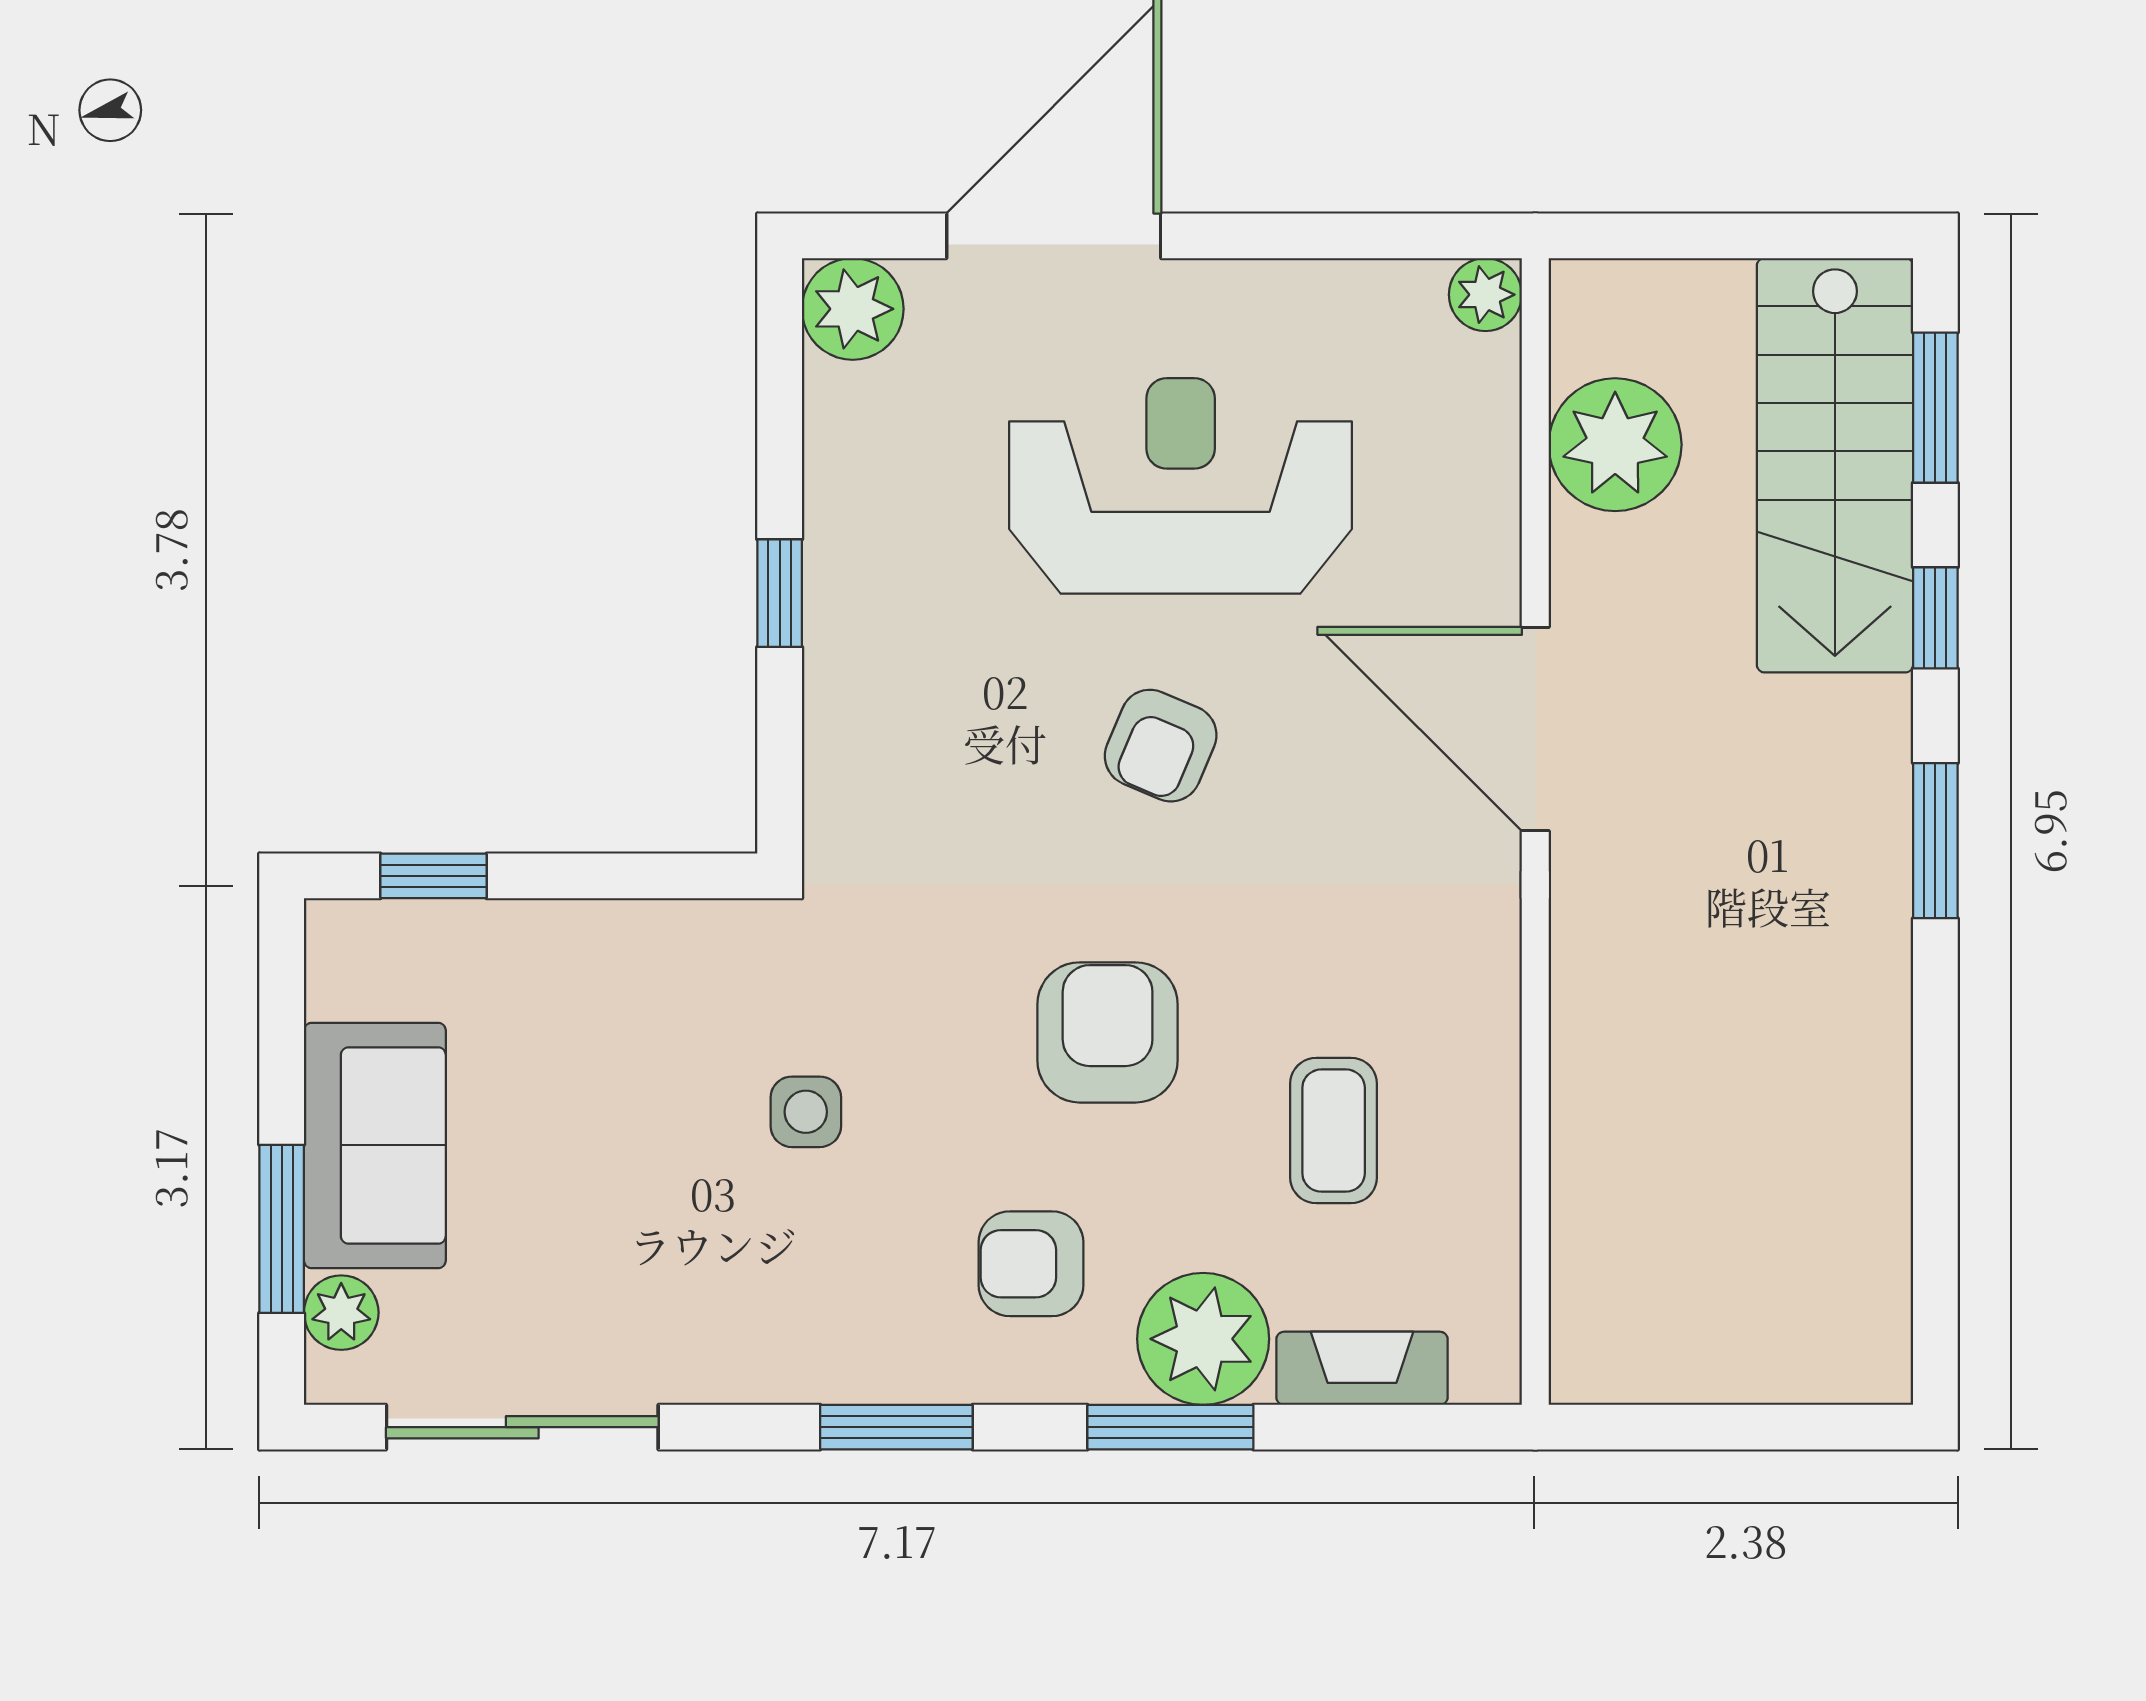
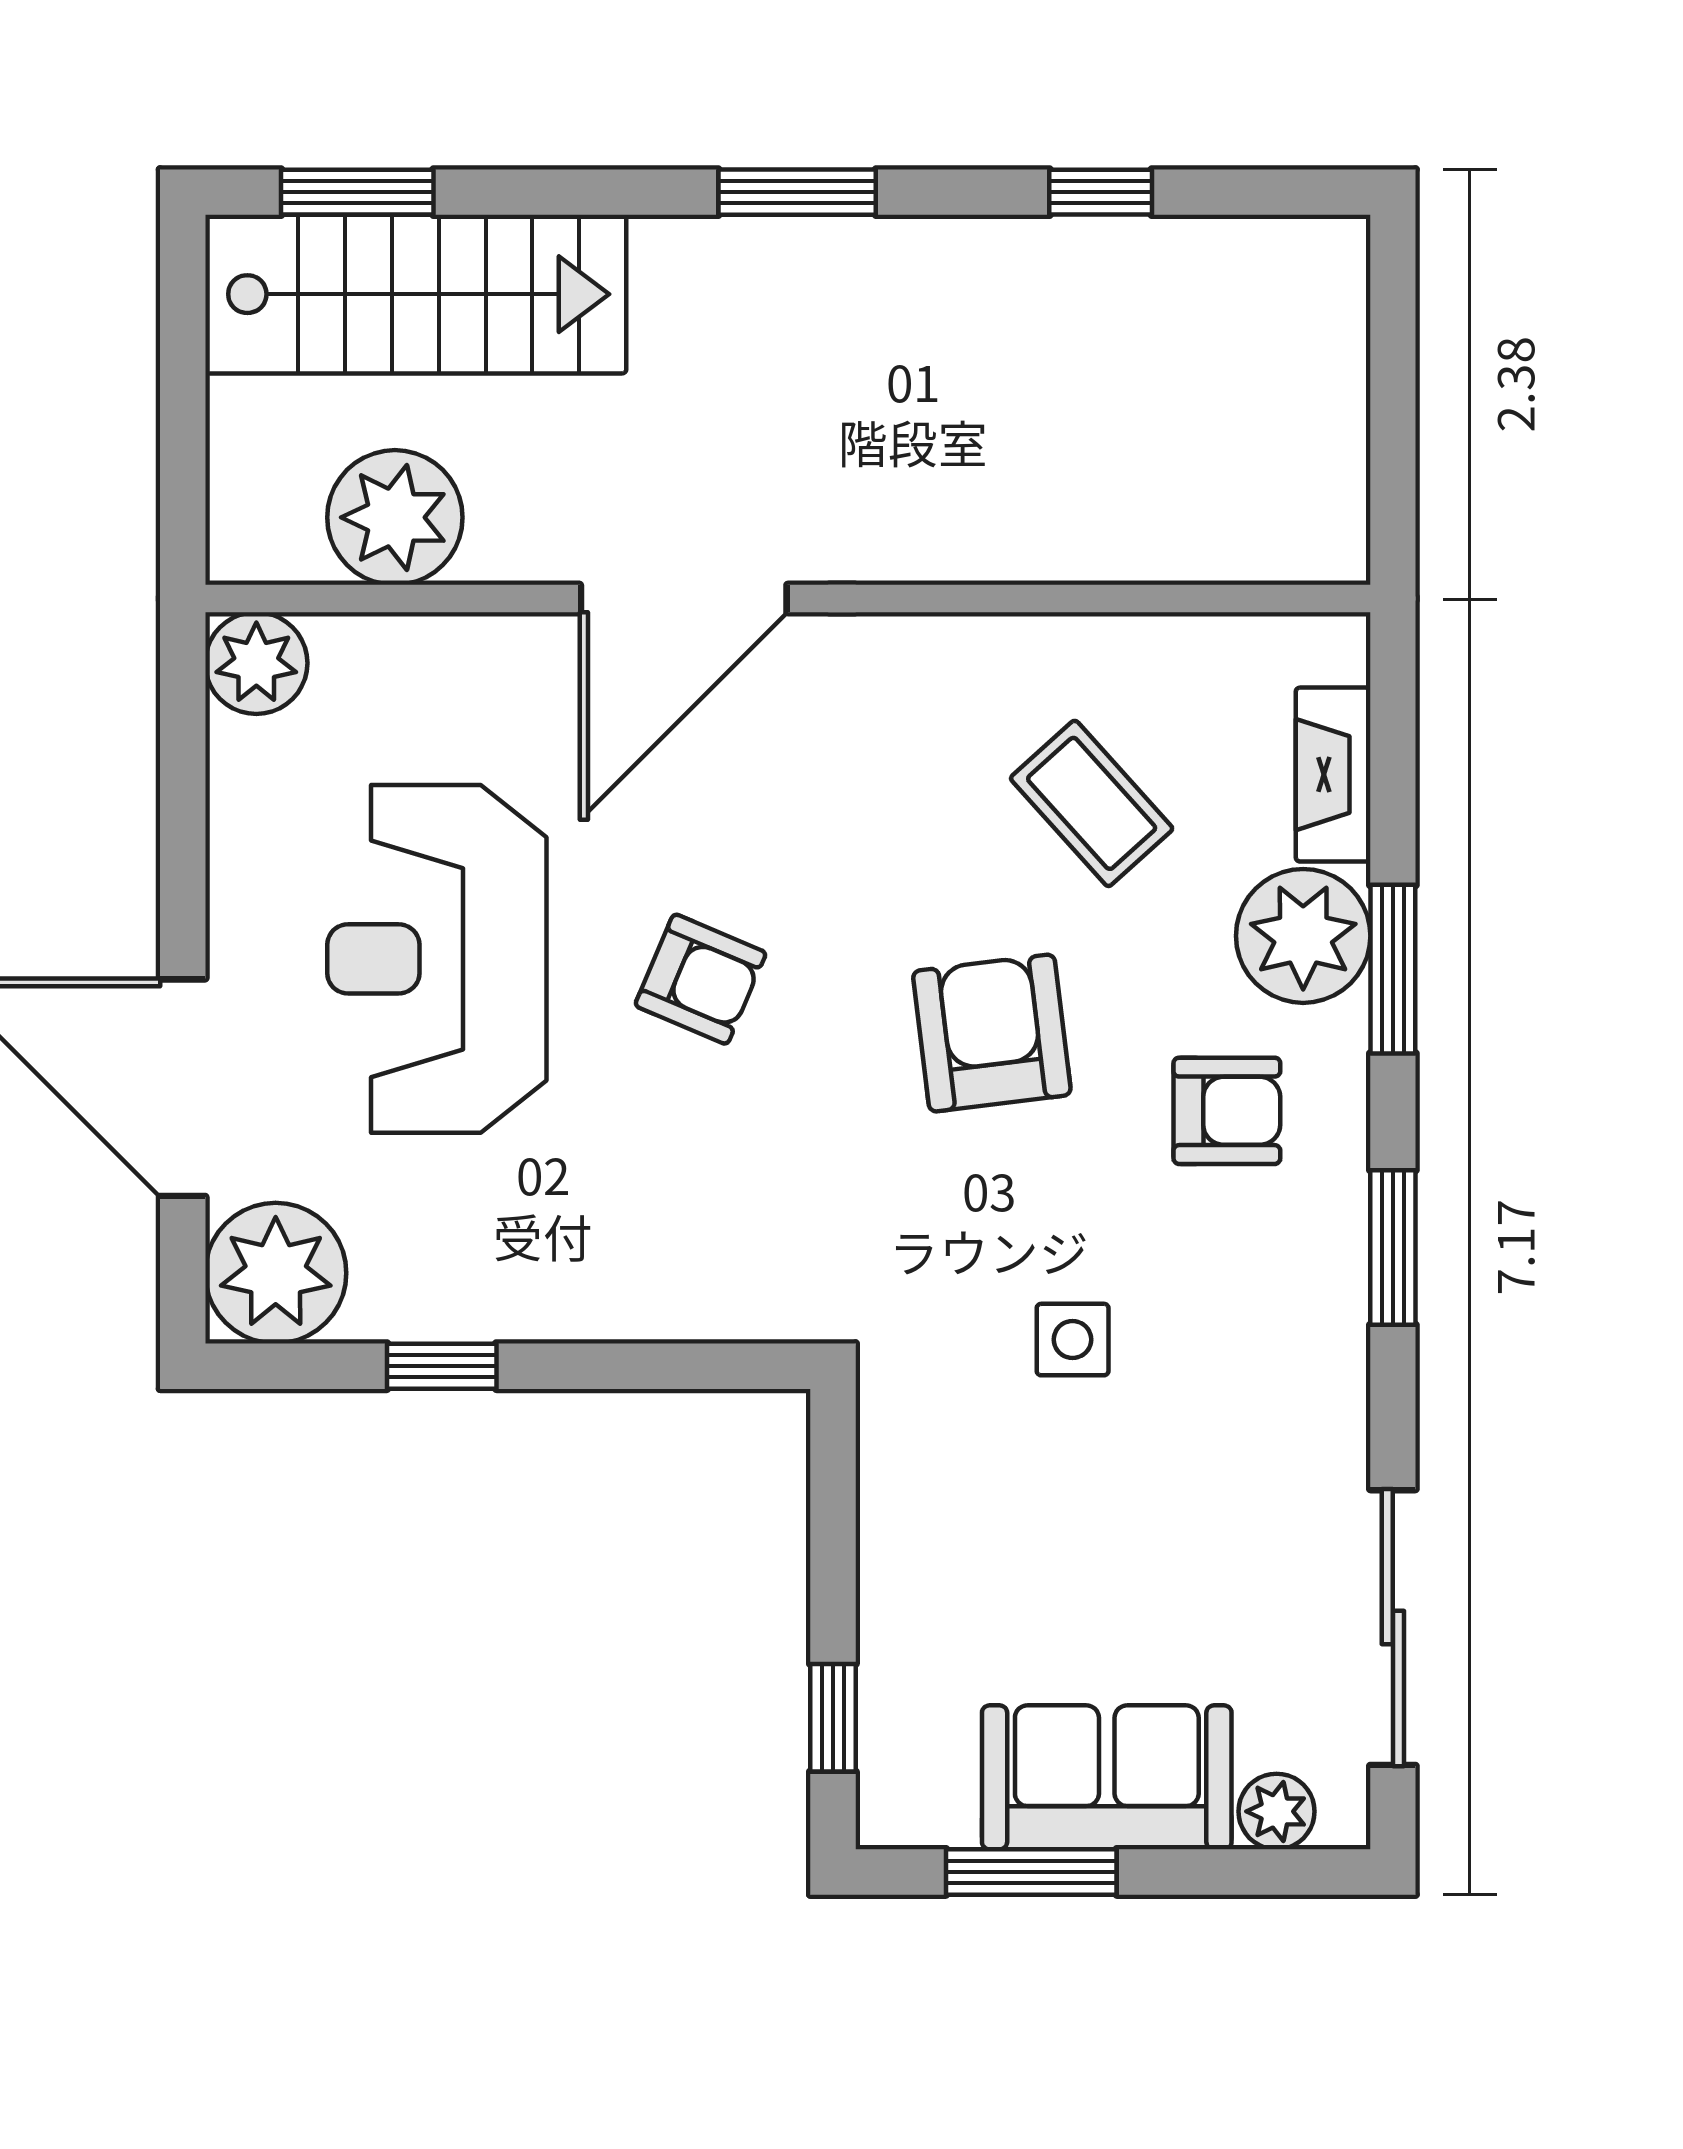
plant: (1485, 295) -> (256, 663), width x1.38, depth x1.38
plant: (853, 309) -> (276, 1273), width x1.36, depth x1.36
window: (780, 593) -> (442, 1366), moved
window: (1935, 618) -> (1101, 192), moved
armchair: (1108, 1032) -> (992, 1033), turned 83
coffee table: (1334, 1131) -> (1092, 803), turned 48
window: (282, 1229) -> (1031, 1872), moved
armchair: (1031, 1264) -> (1227, 1111), turned -90

